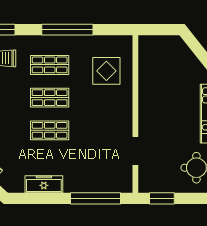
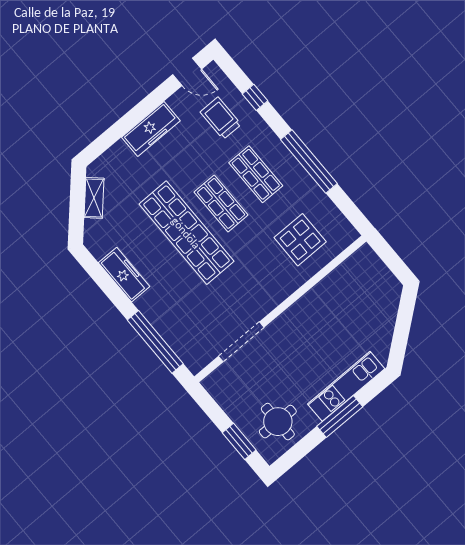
shop shelf: (50, 130) -> (186, 233), width x2.00, depth x1.36
doorway: (135, 151) -> (241, 342), width x1.36
window: (162, 198) -> (239, 441), moved

